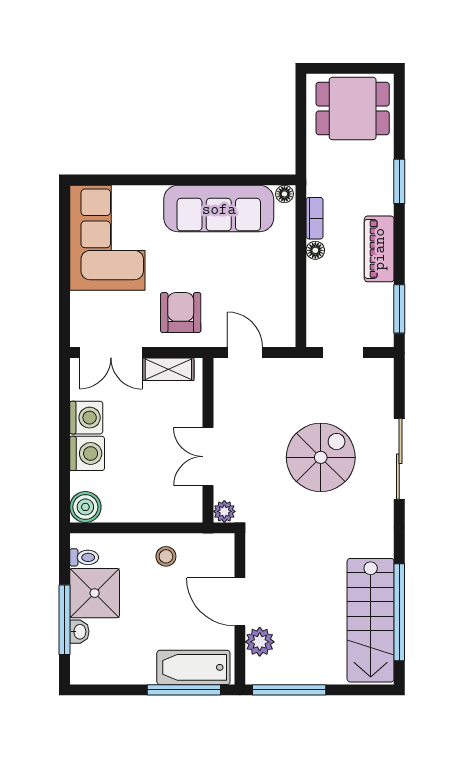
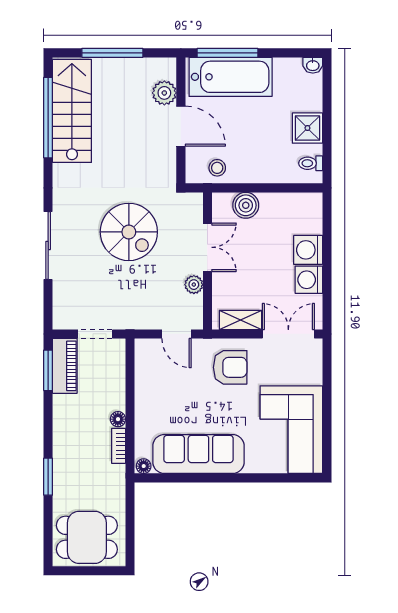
piano: (379, 249) -> (65, 366), moved
armchair: (181, 313) -> (230, 367), turned -90
spiral stairs: (321, 457) -> (129, 232), moved, turned -90
boiler: (85, 507) -> (246, 205), moved
plant: (224, 511) -> (194, 285), moved
stool: (166, 556) -> (217, 168), moved
shower: (95, 593) -> (307, 128), width x0.73, depth x0.73
window: (65, 620) -> (327, 111), removed
washbasin: (79, 632) -> (313, 65), moved, turned -90
bathtub: (193, 667) -> (231, 77), width x1.36, depth x1.36
window: (289, 690) -> (112, 53), moved

